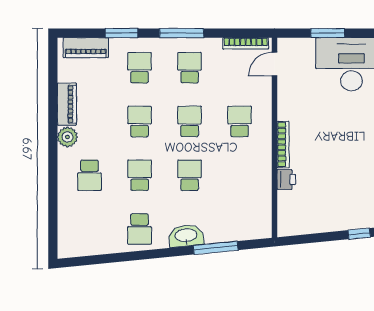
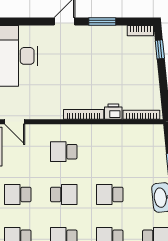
school desk: (190, 121) -> (64, 194), turned 180
bookcase: (283, 212) -> (141, 115), added

